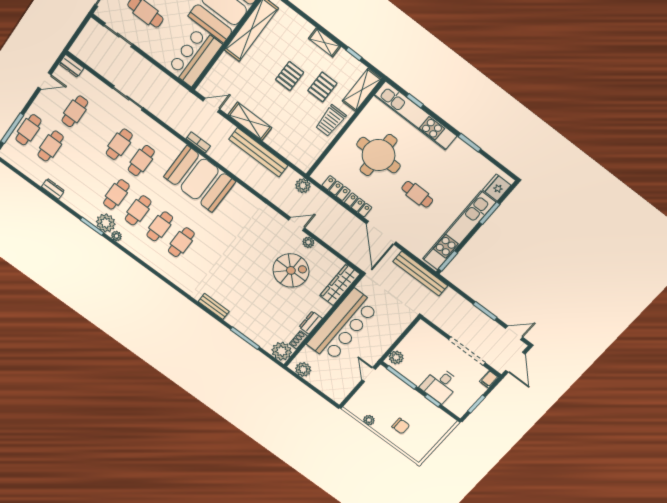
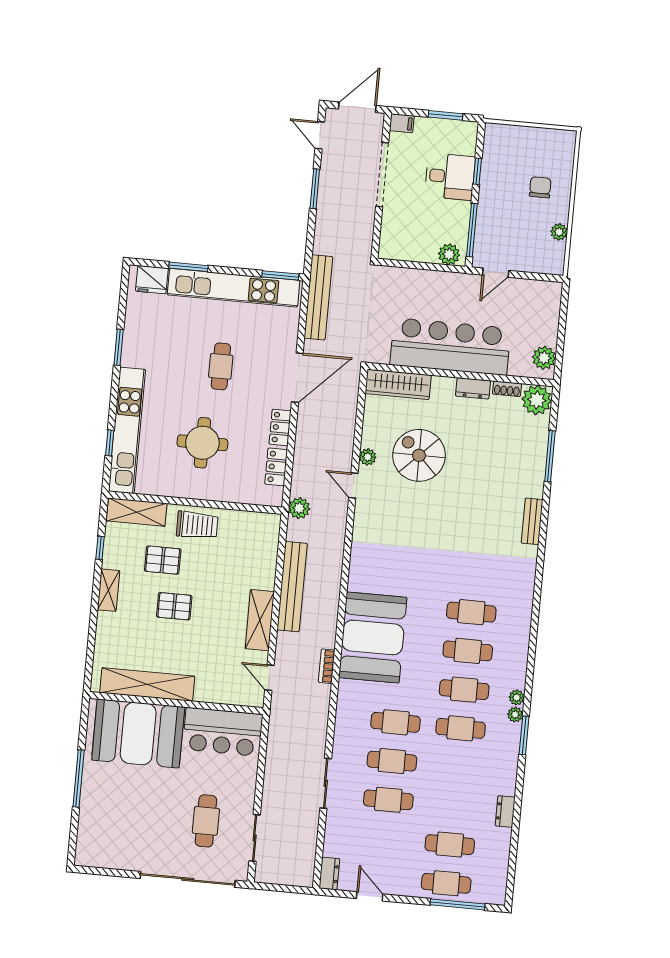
cafe table: (75, 111) -> (388, 800), moved
round table: (378, 155) -> (202, 443), width x0.73, depth x0.73
plant: (106, 223) -> (515, 715), width x0.53, depth x0.53

